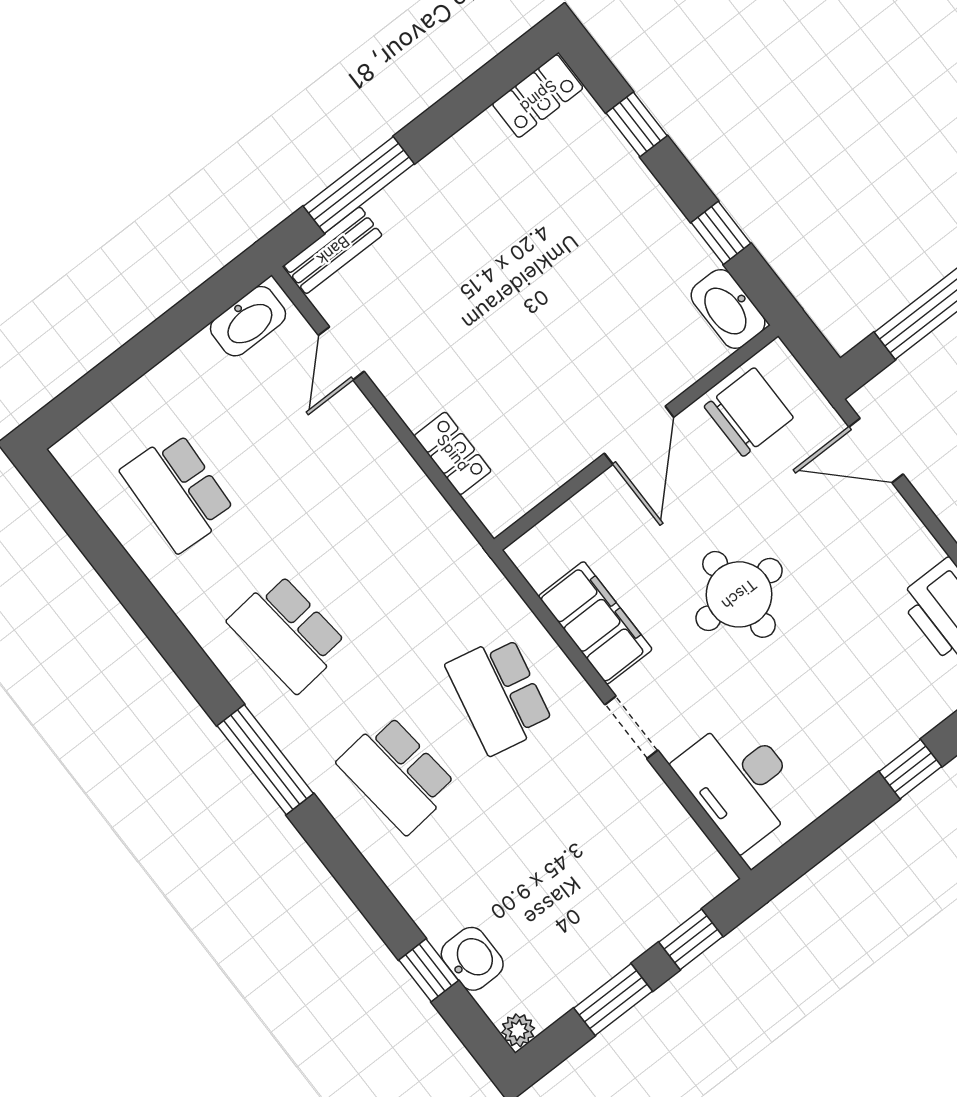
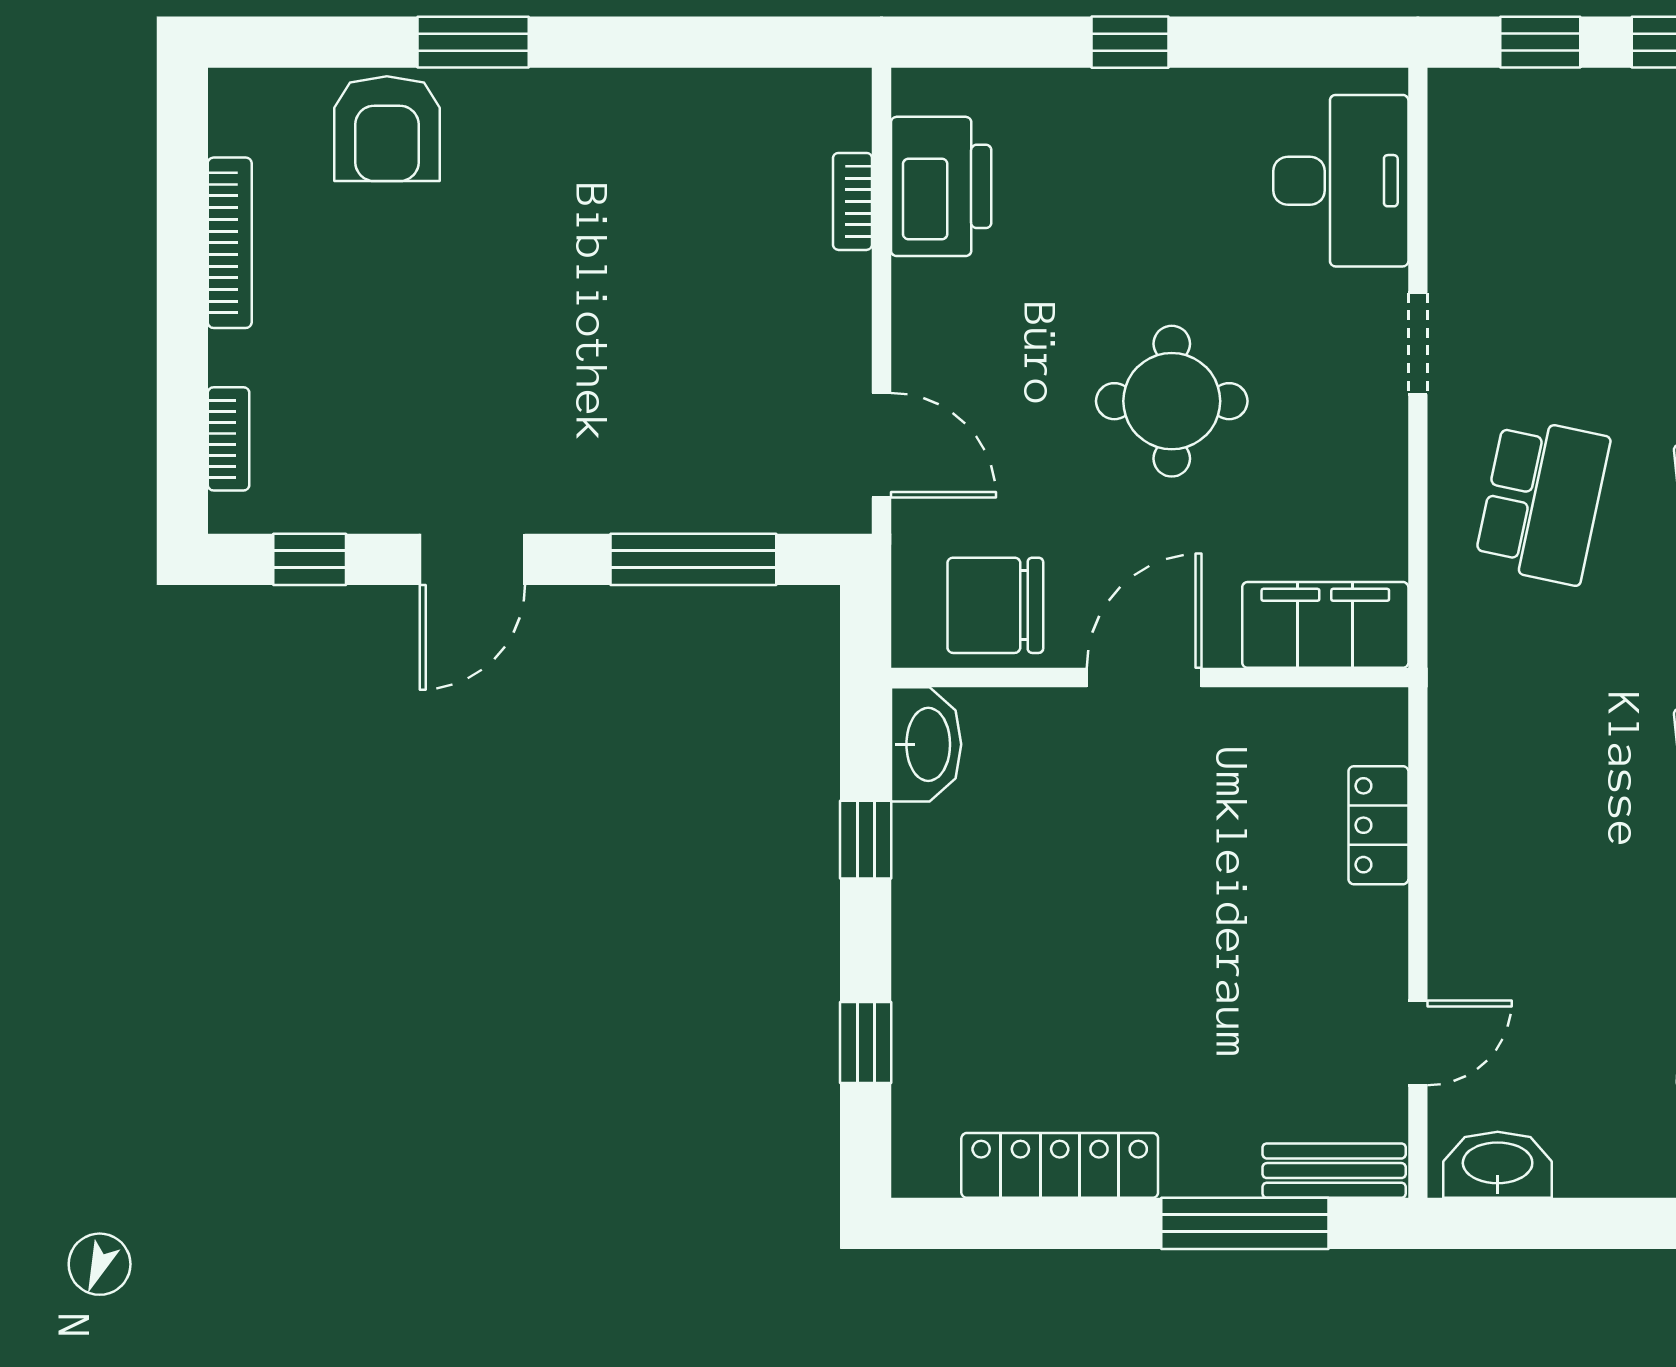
locker: (538, 96) -> (1060, 1165), moved, width x1.53
filing cabinet: (595, 623) -> (1325, 625), moved, turned 90

